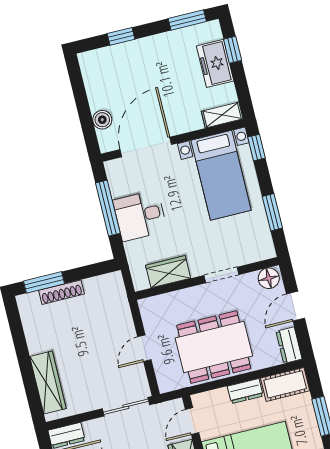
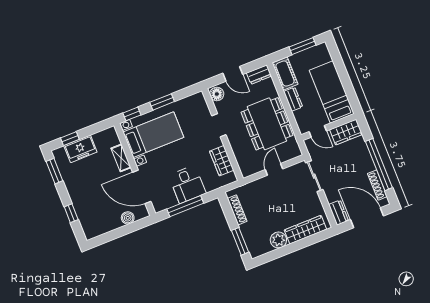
shelving: (222, 115) -> (121, 158), moved
window: (272, 212) -> (162, 102), moved
shoe rack: (61, 292) -> (237, 210), moved
plant: (38, 340) -> (278, 240), added
door: (144, 348) -> (274, 169), swing flipped

